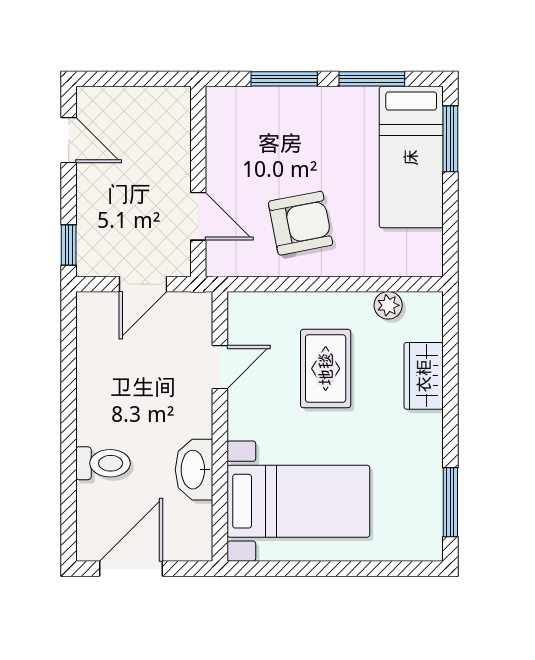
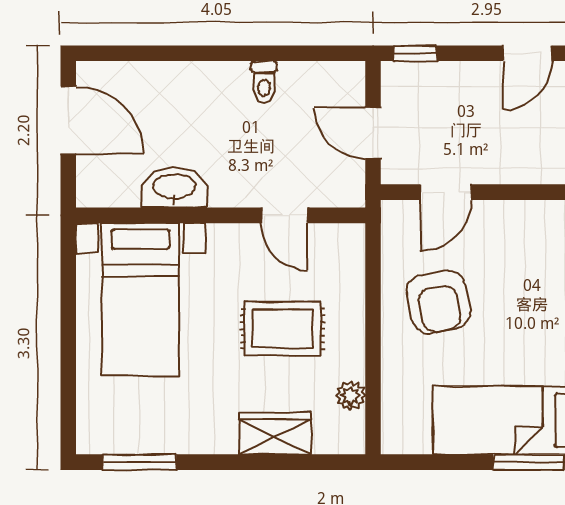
toilet: (103, 463) -> (264, 82), moved, width x0.73, depth x0.72

